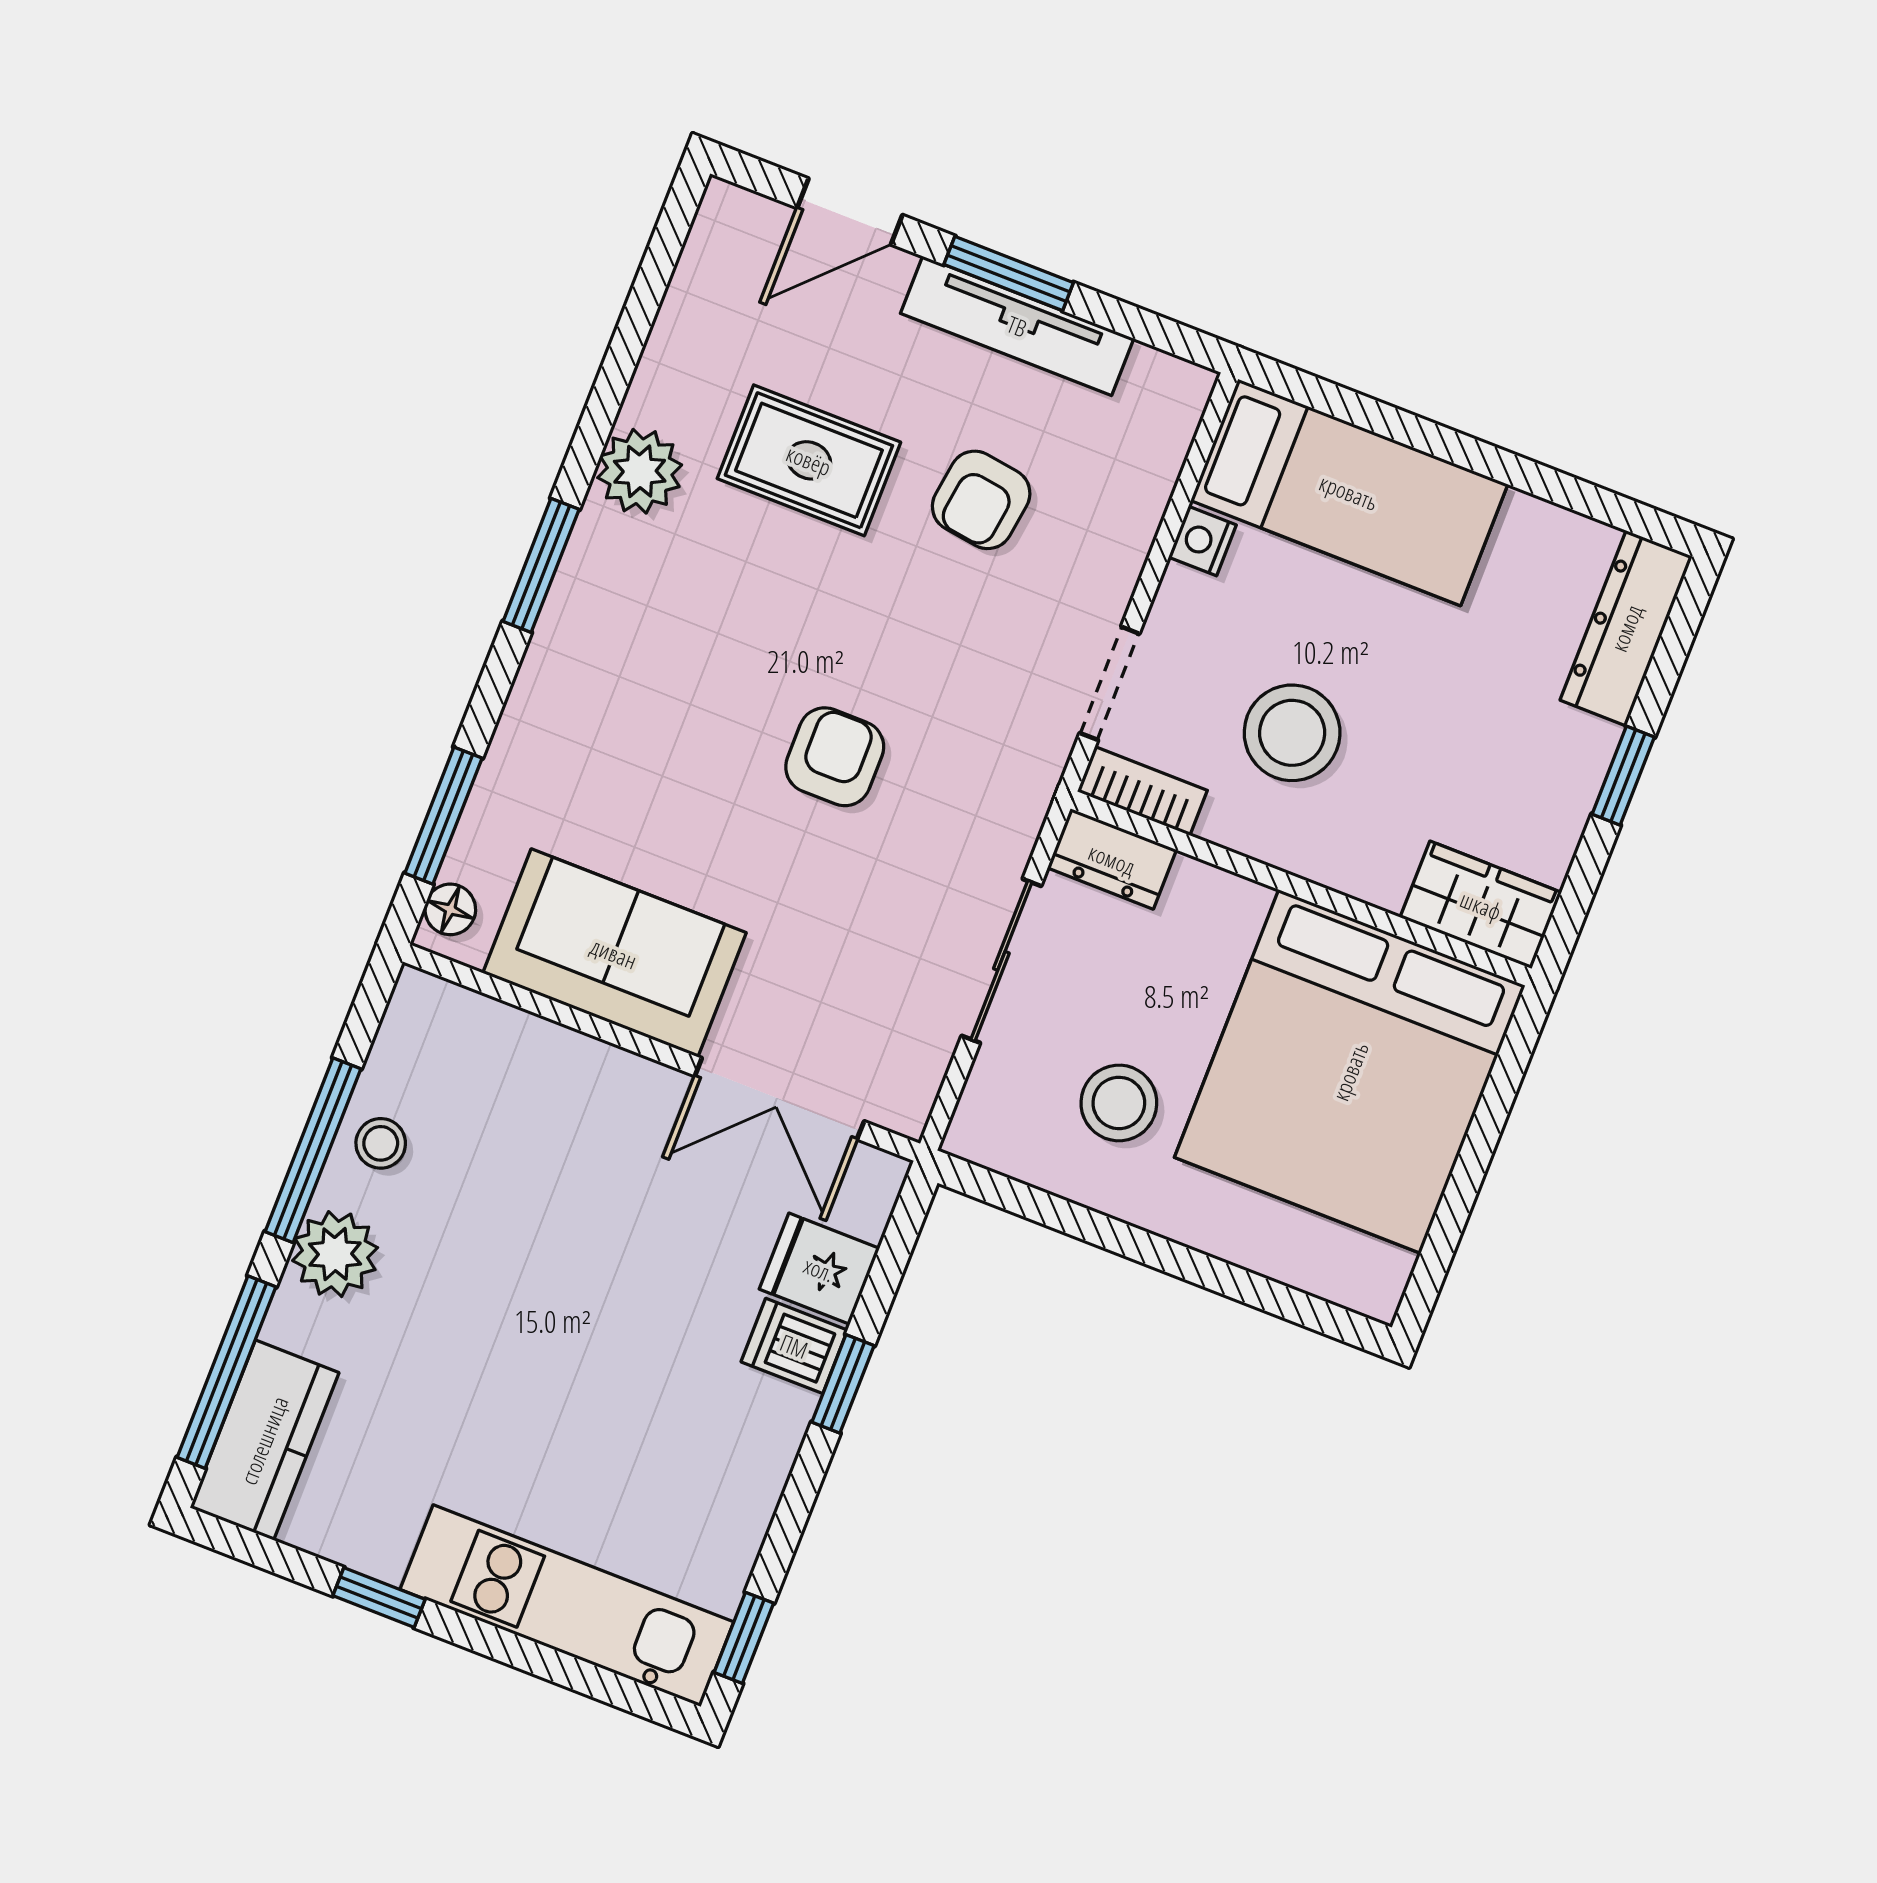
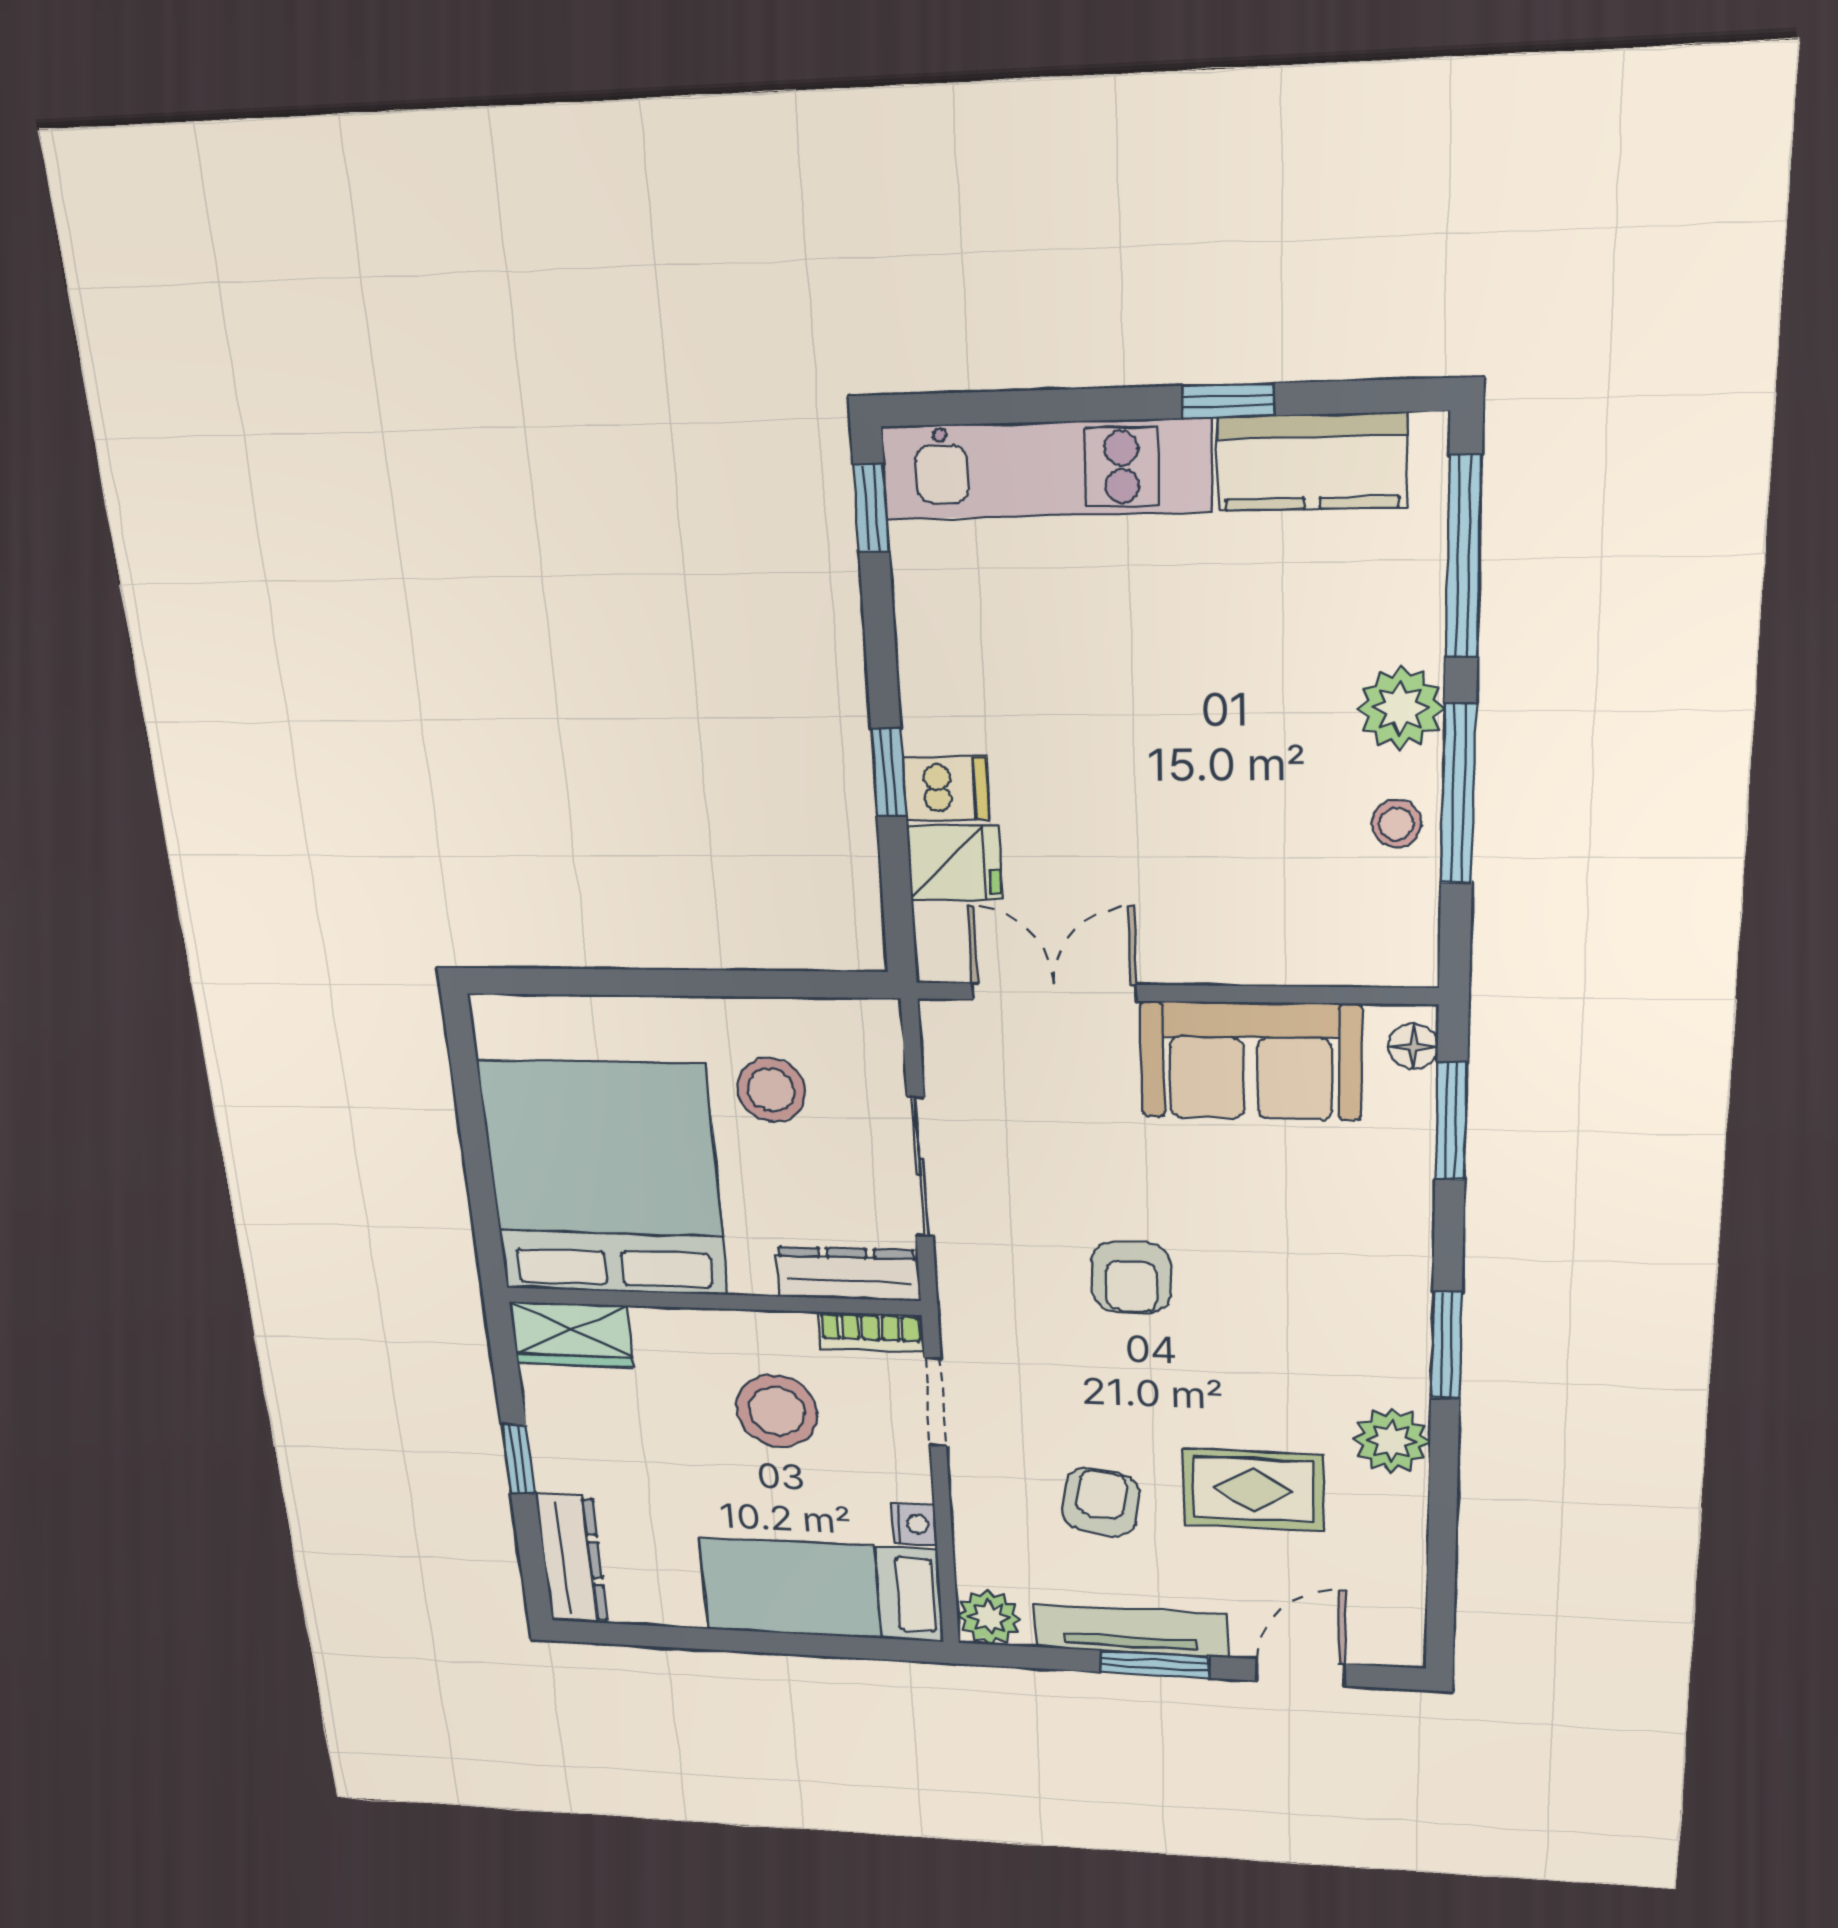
plant: (1171, 395) -> (989, 1617), added
dresser: (1112, 859) -> (848, 1274), width x1.44
kitchen counter: (264, 1440) -> (1312, 462), moved, turned -90

